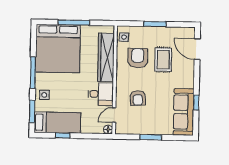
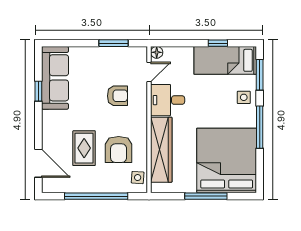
window: (155, 24) -> (96, 196), width x2.11
armchair: (138, 98) -> (117, 96), turned 94
window: (151, 137) -> (113, 43), moved

